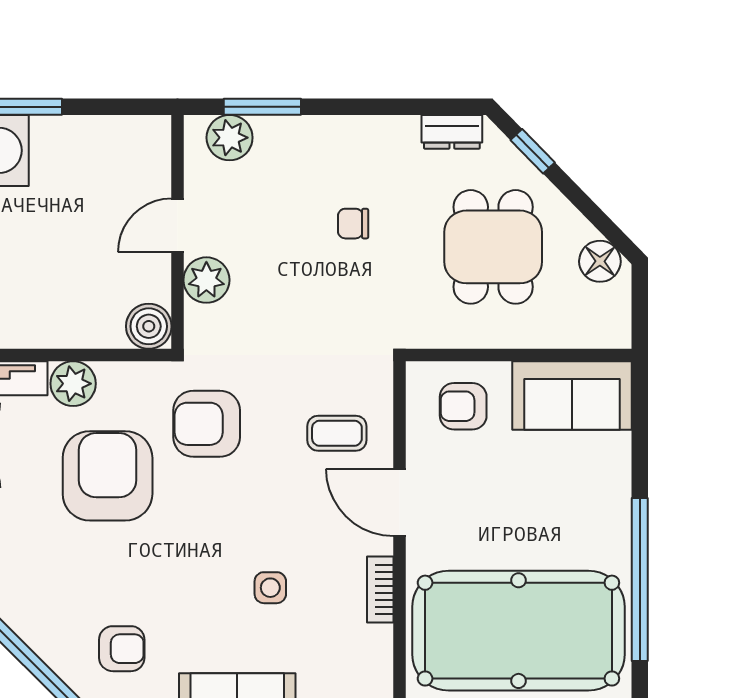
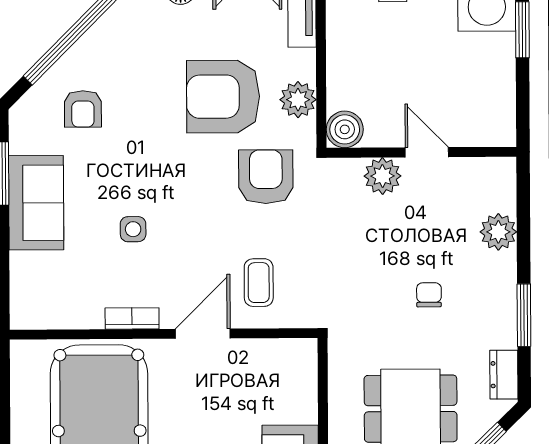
window: (262, 107) -> (524, 315), moved
plant: (230, 138) -> (498, 232), moved
plant: (73, 384) -> (298, 100), moved
armchair: (463, 406) -> (281, 385), removed
armchair: (108, 476) -> (223, 97), turned 180

